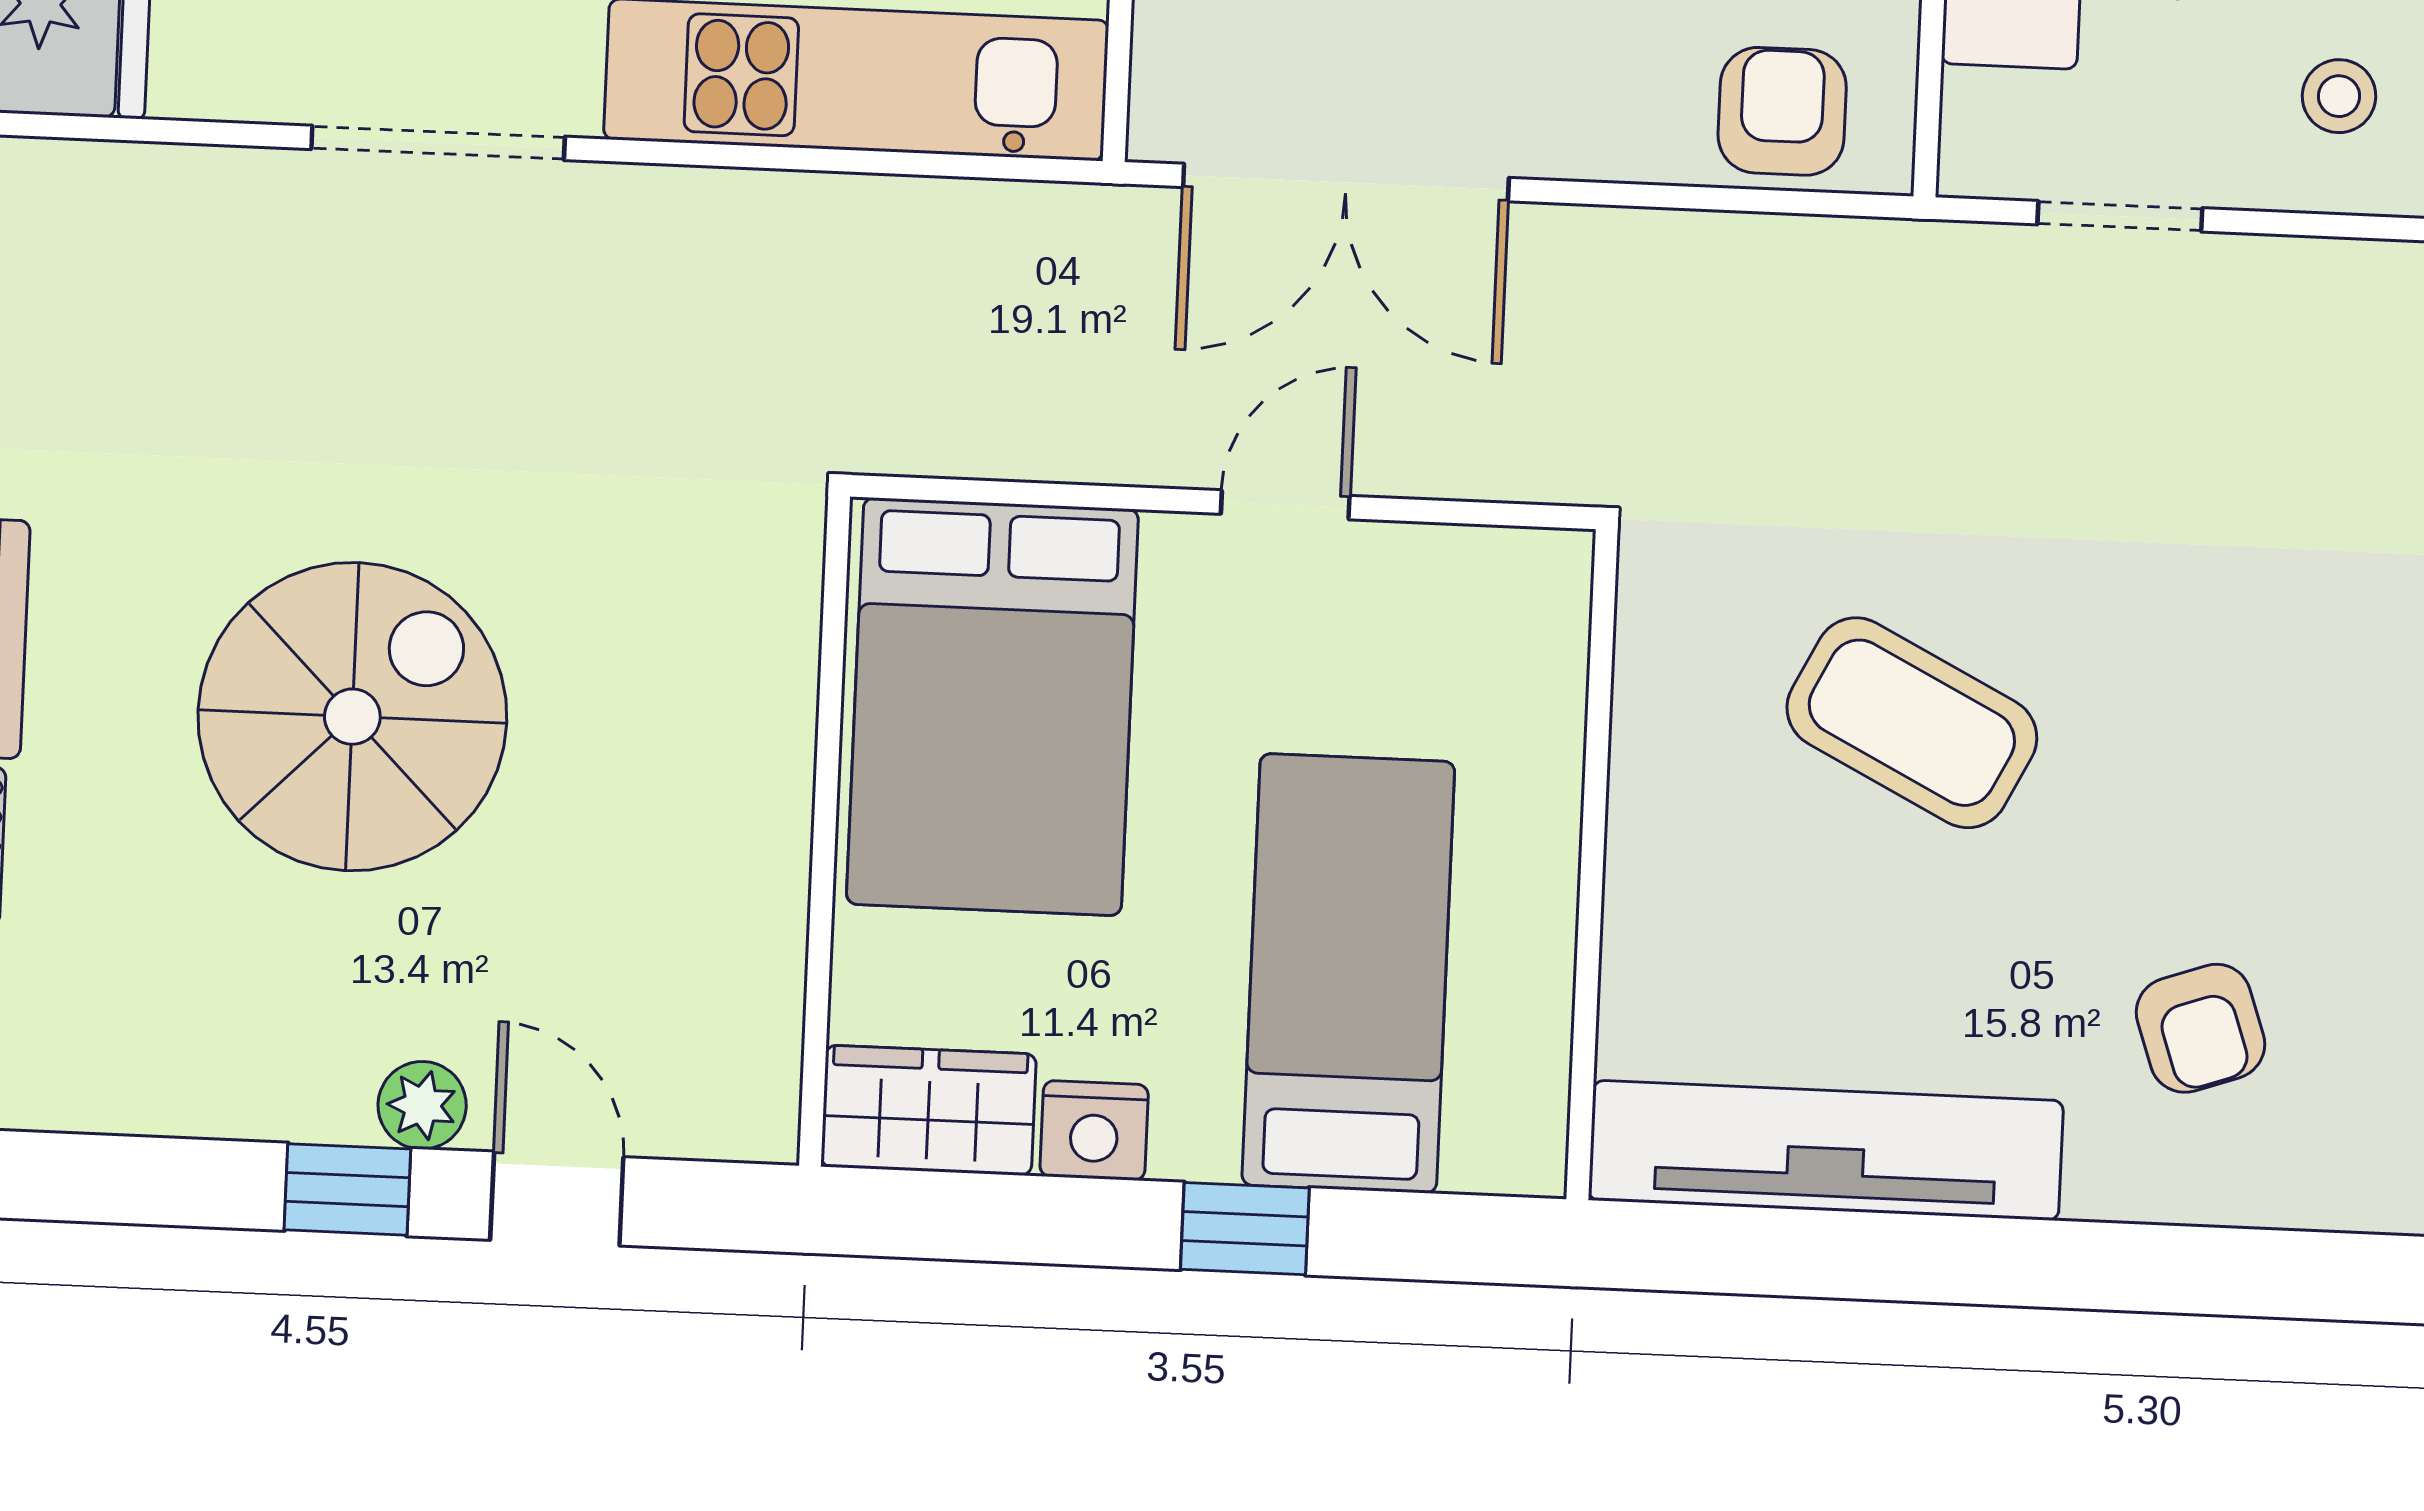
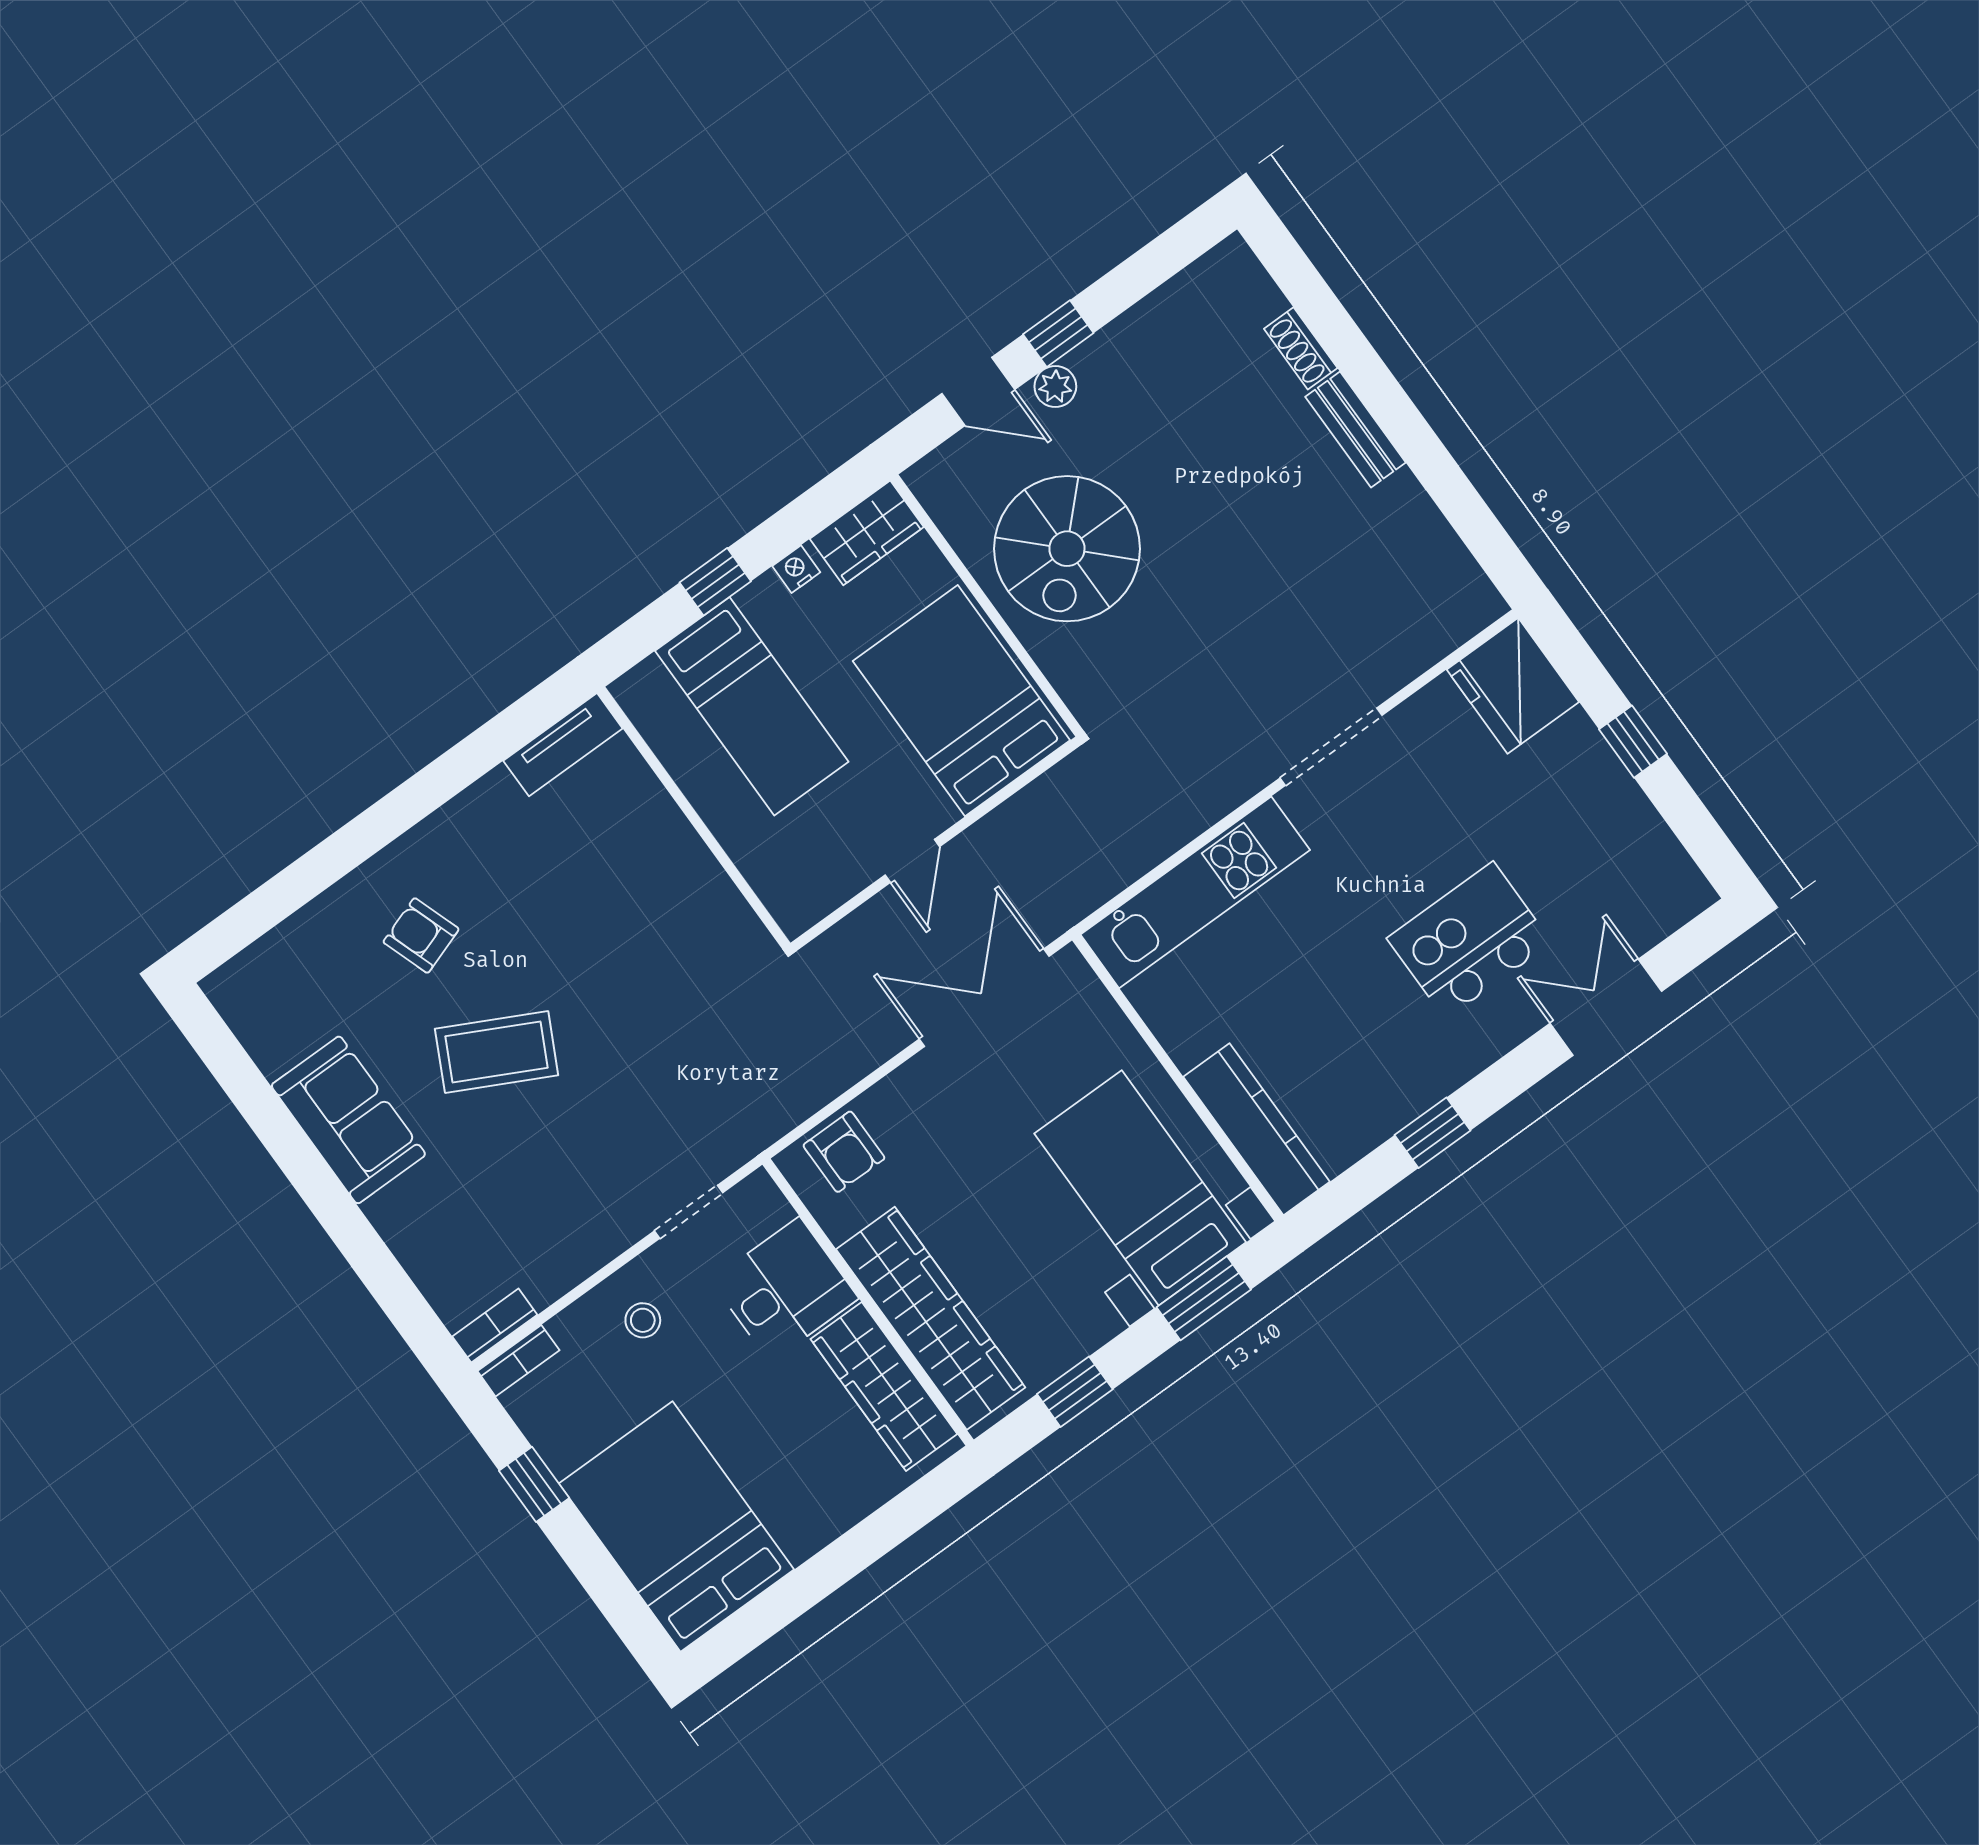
spiral stairs: (352, 717) -> (1067, 549), moved
coffee table: (1912, 723) -> (497, 1052), moved
nightstand: (1094, 1131) -> (796, 569), width x0.72, depth x0.74
tv unit: (1826, 1150) -> (563, 745), width x0.52, depth x0.78

